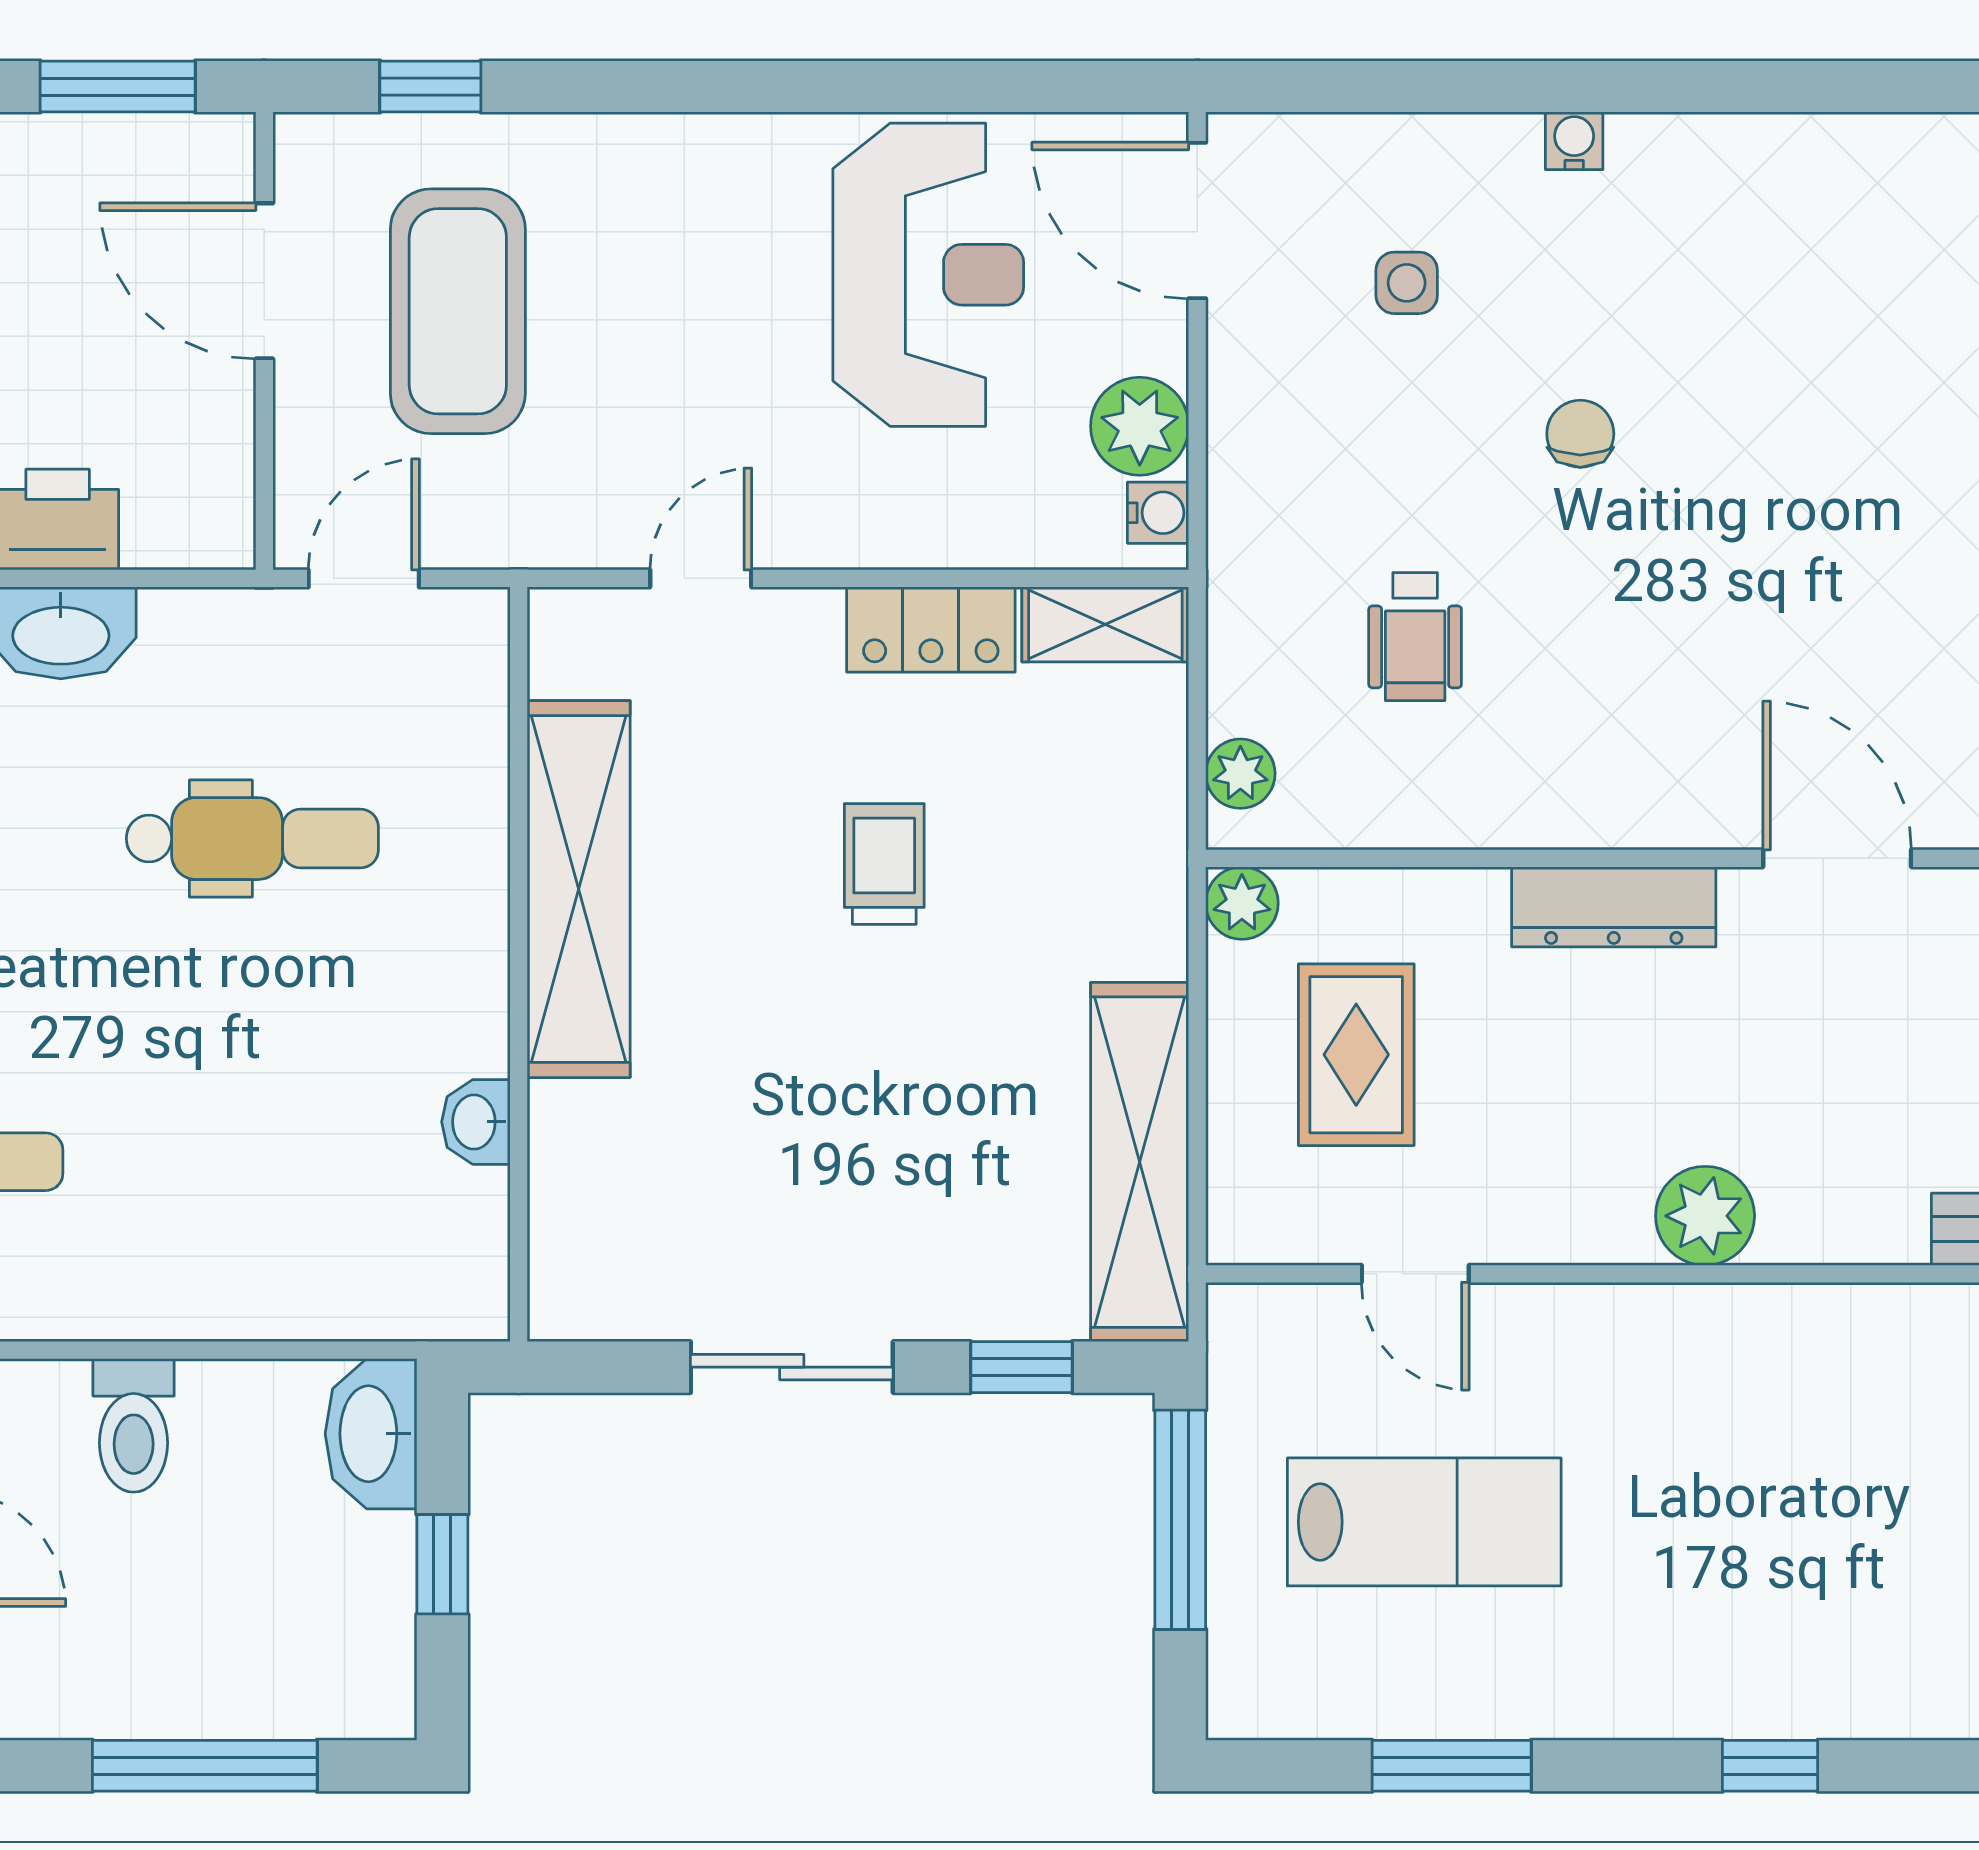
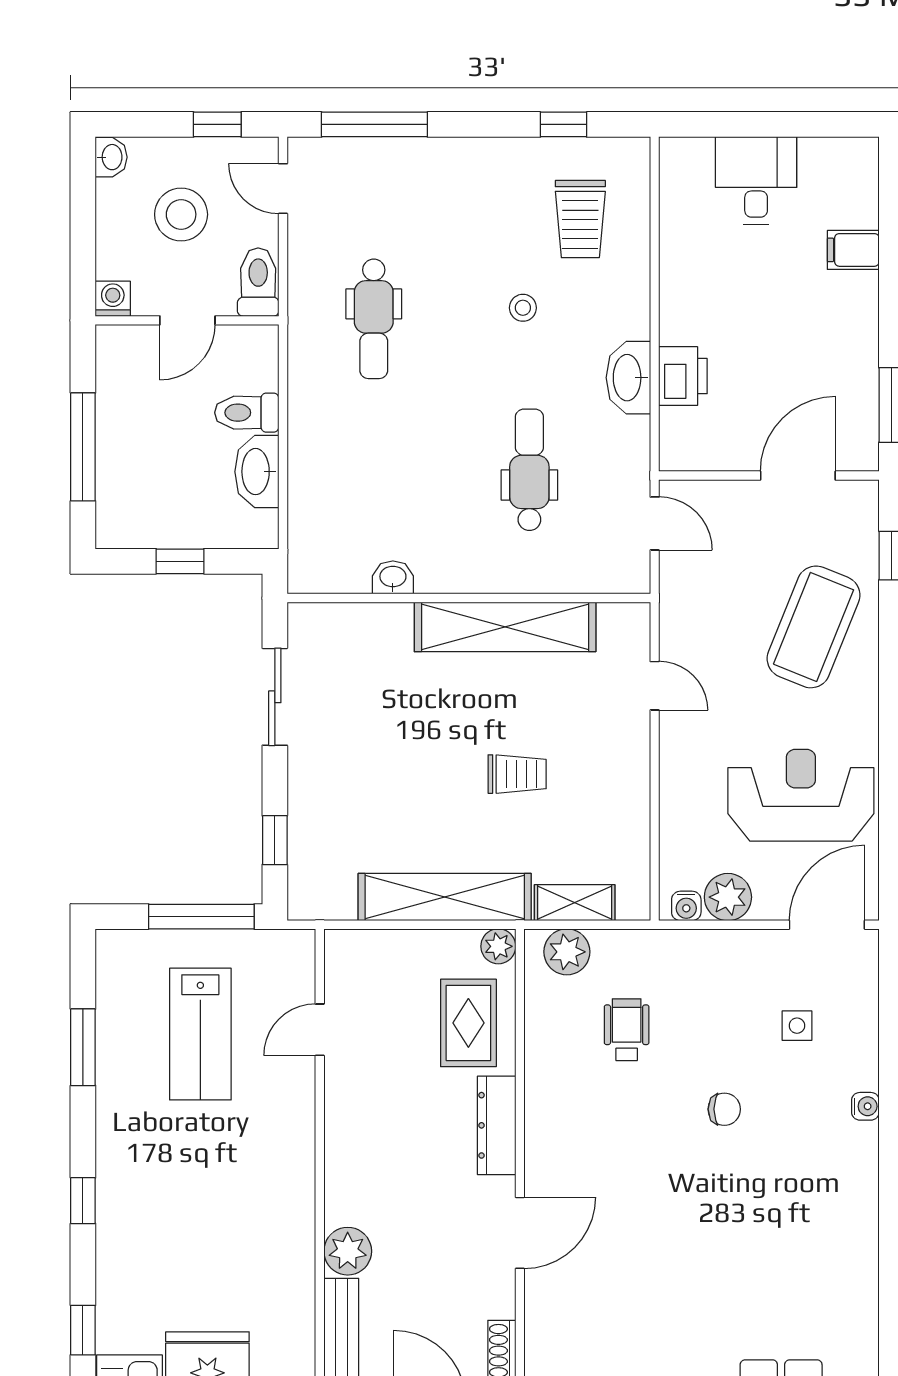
reception desk: (928, 275) -> (801, 795), turned 180
coffee table: (458, 311) -> (814, 627), moved, turned -68
shelving: (1105, 624) -> (575, 903), moved, turned 90
locker: (931, 630) -> (630, 797), removed
wheelchair: (1415, 637) -> (627, 1030), turned 90
plant: (1240, 774) -> (567, 952), width x1.38, depth x1.38
dental chair: (252, 839) -> (529, 470), turned 180
rug: (1356, 1055) -> (468, 1023), moved, turned 90
shelving: (1140, 1162) -> (445, 897), moved
plant: (1705, 1216) -> (348, 1251), moved
sliding door: (792, 1367) -> (275, 697), moved
washbasin: (371, 1434) -> (257, 472), moved, turned -90

